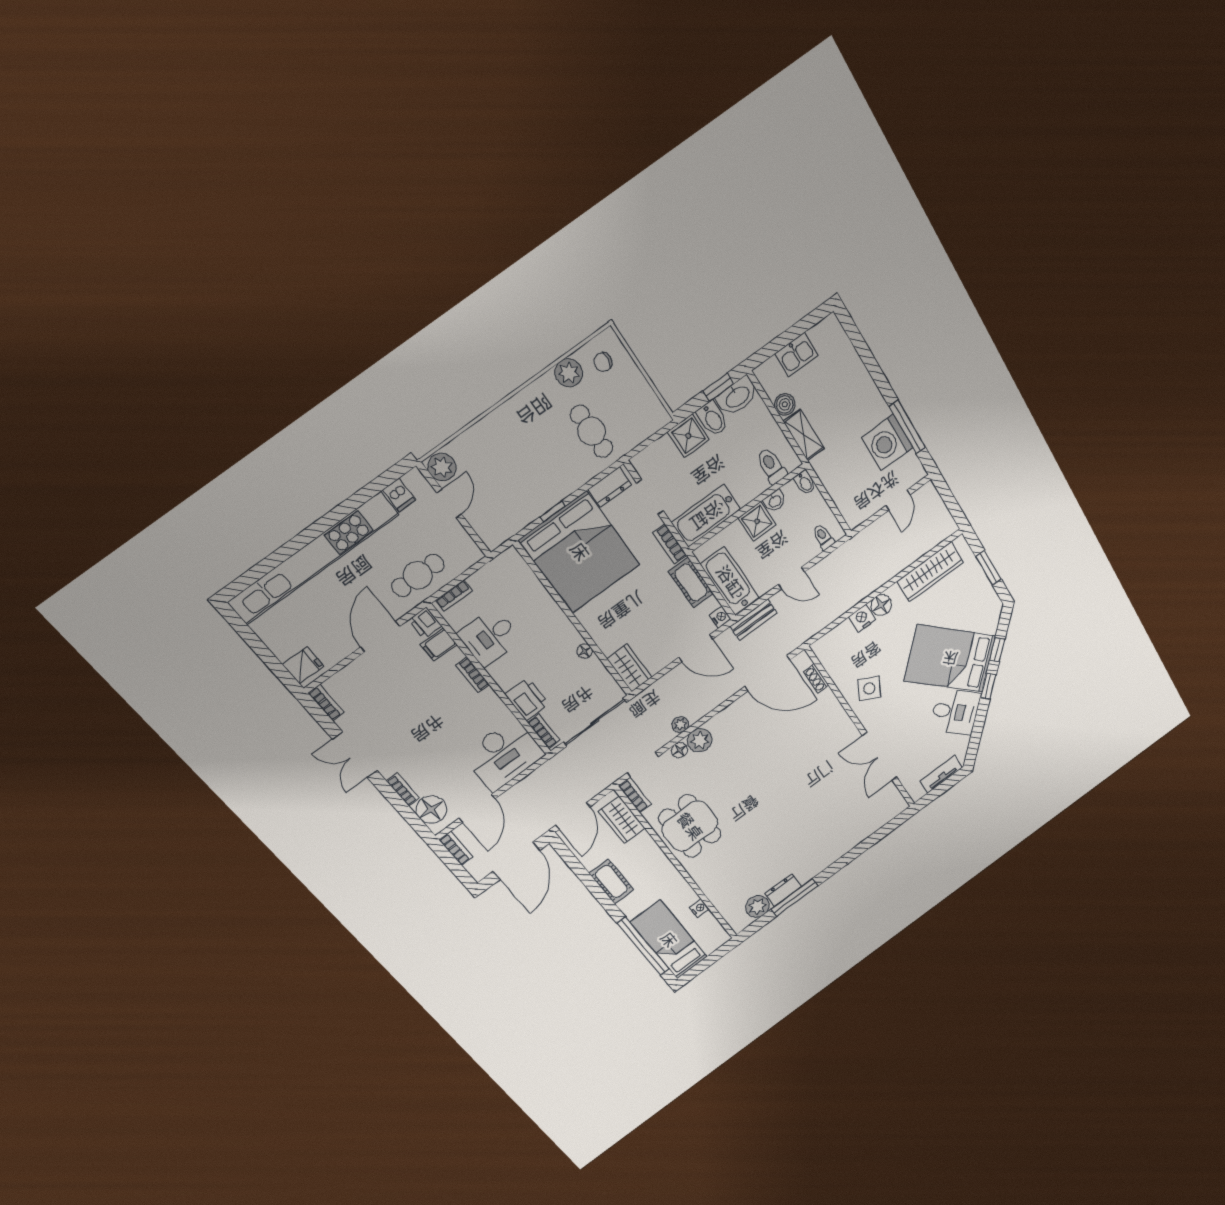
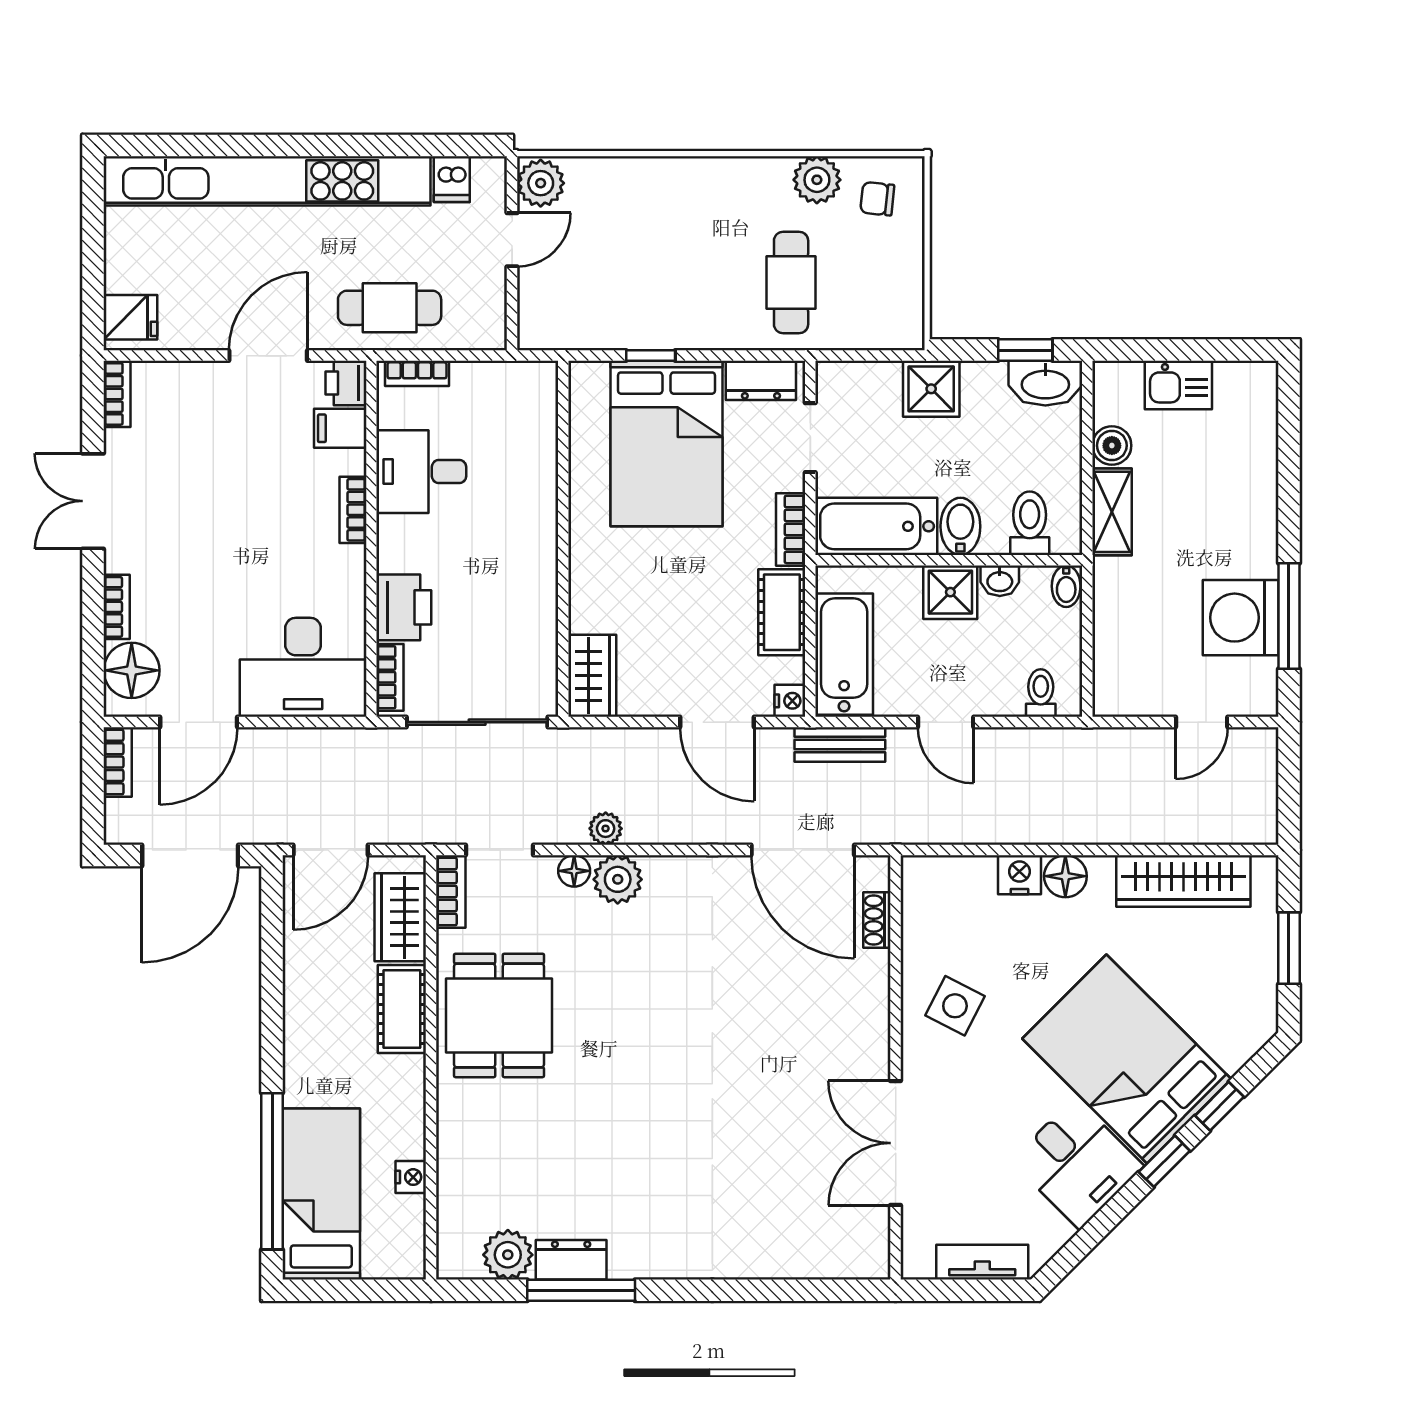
bidet: (713, 419) -> (960, 526), moved, turned 180
bed: (580, 552) -> (667, 444), width x0.73
floor lamp: (585, 651) -> (544, 598), removed
cot: (611, 882) -> (402, 1009), moved

